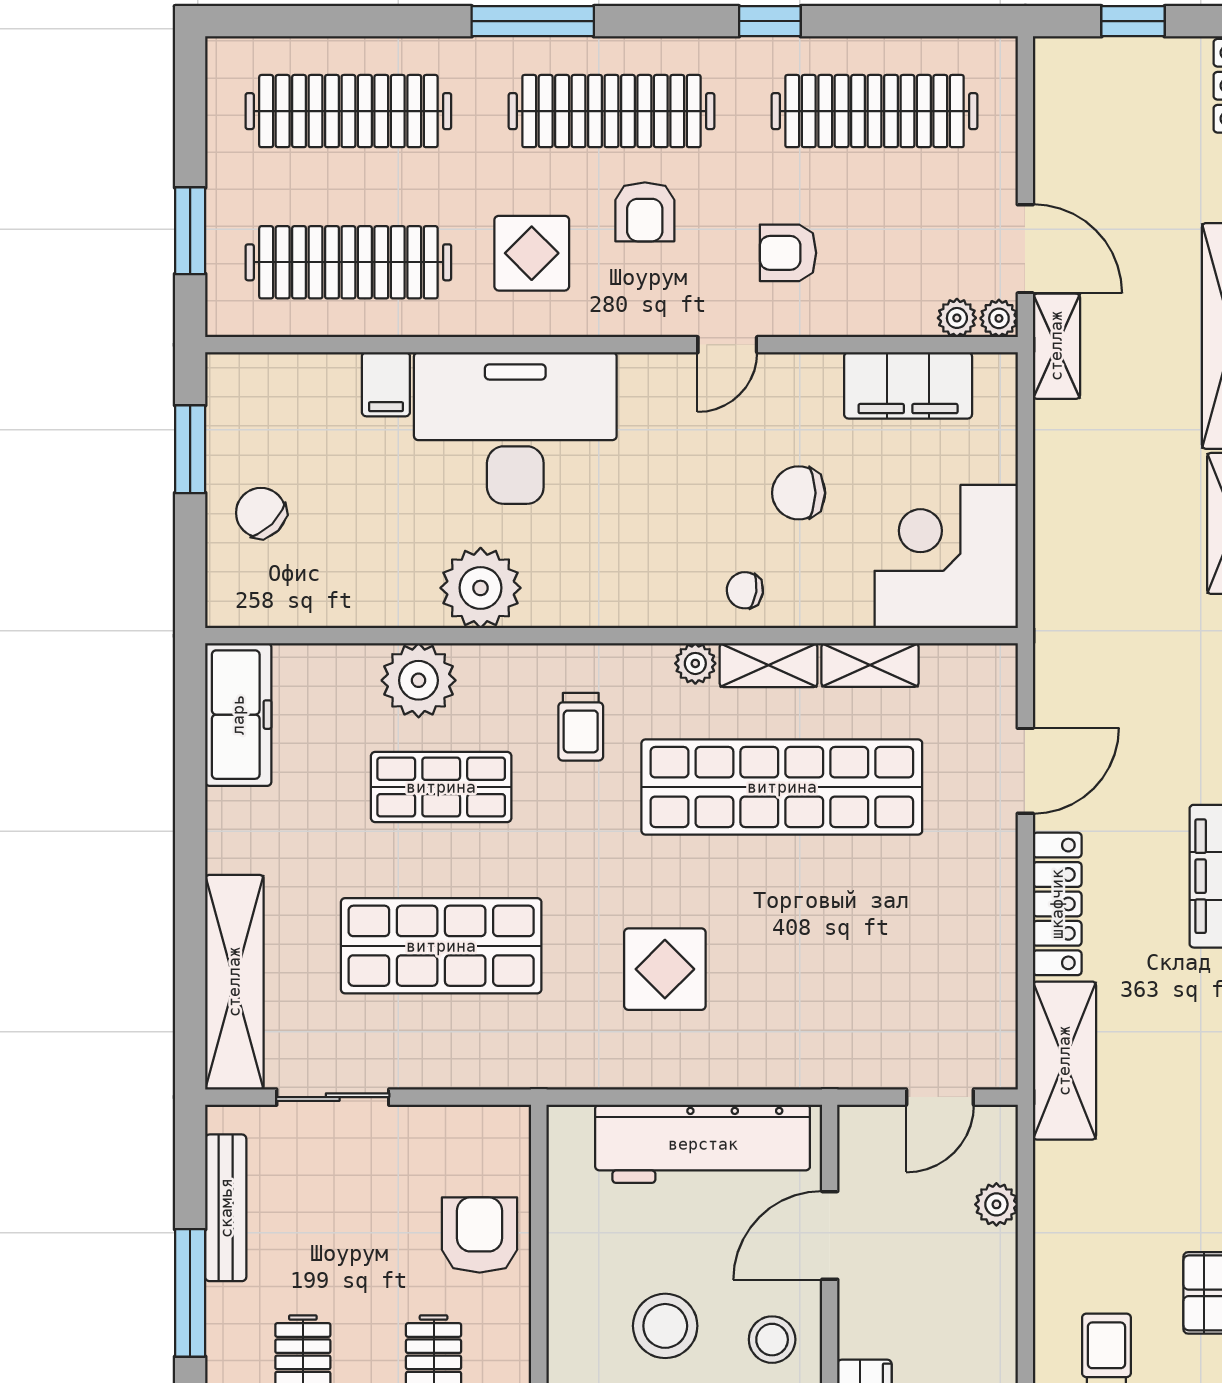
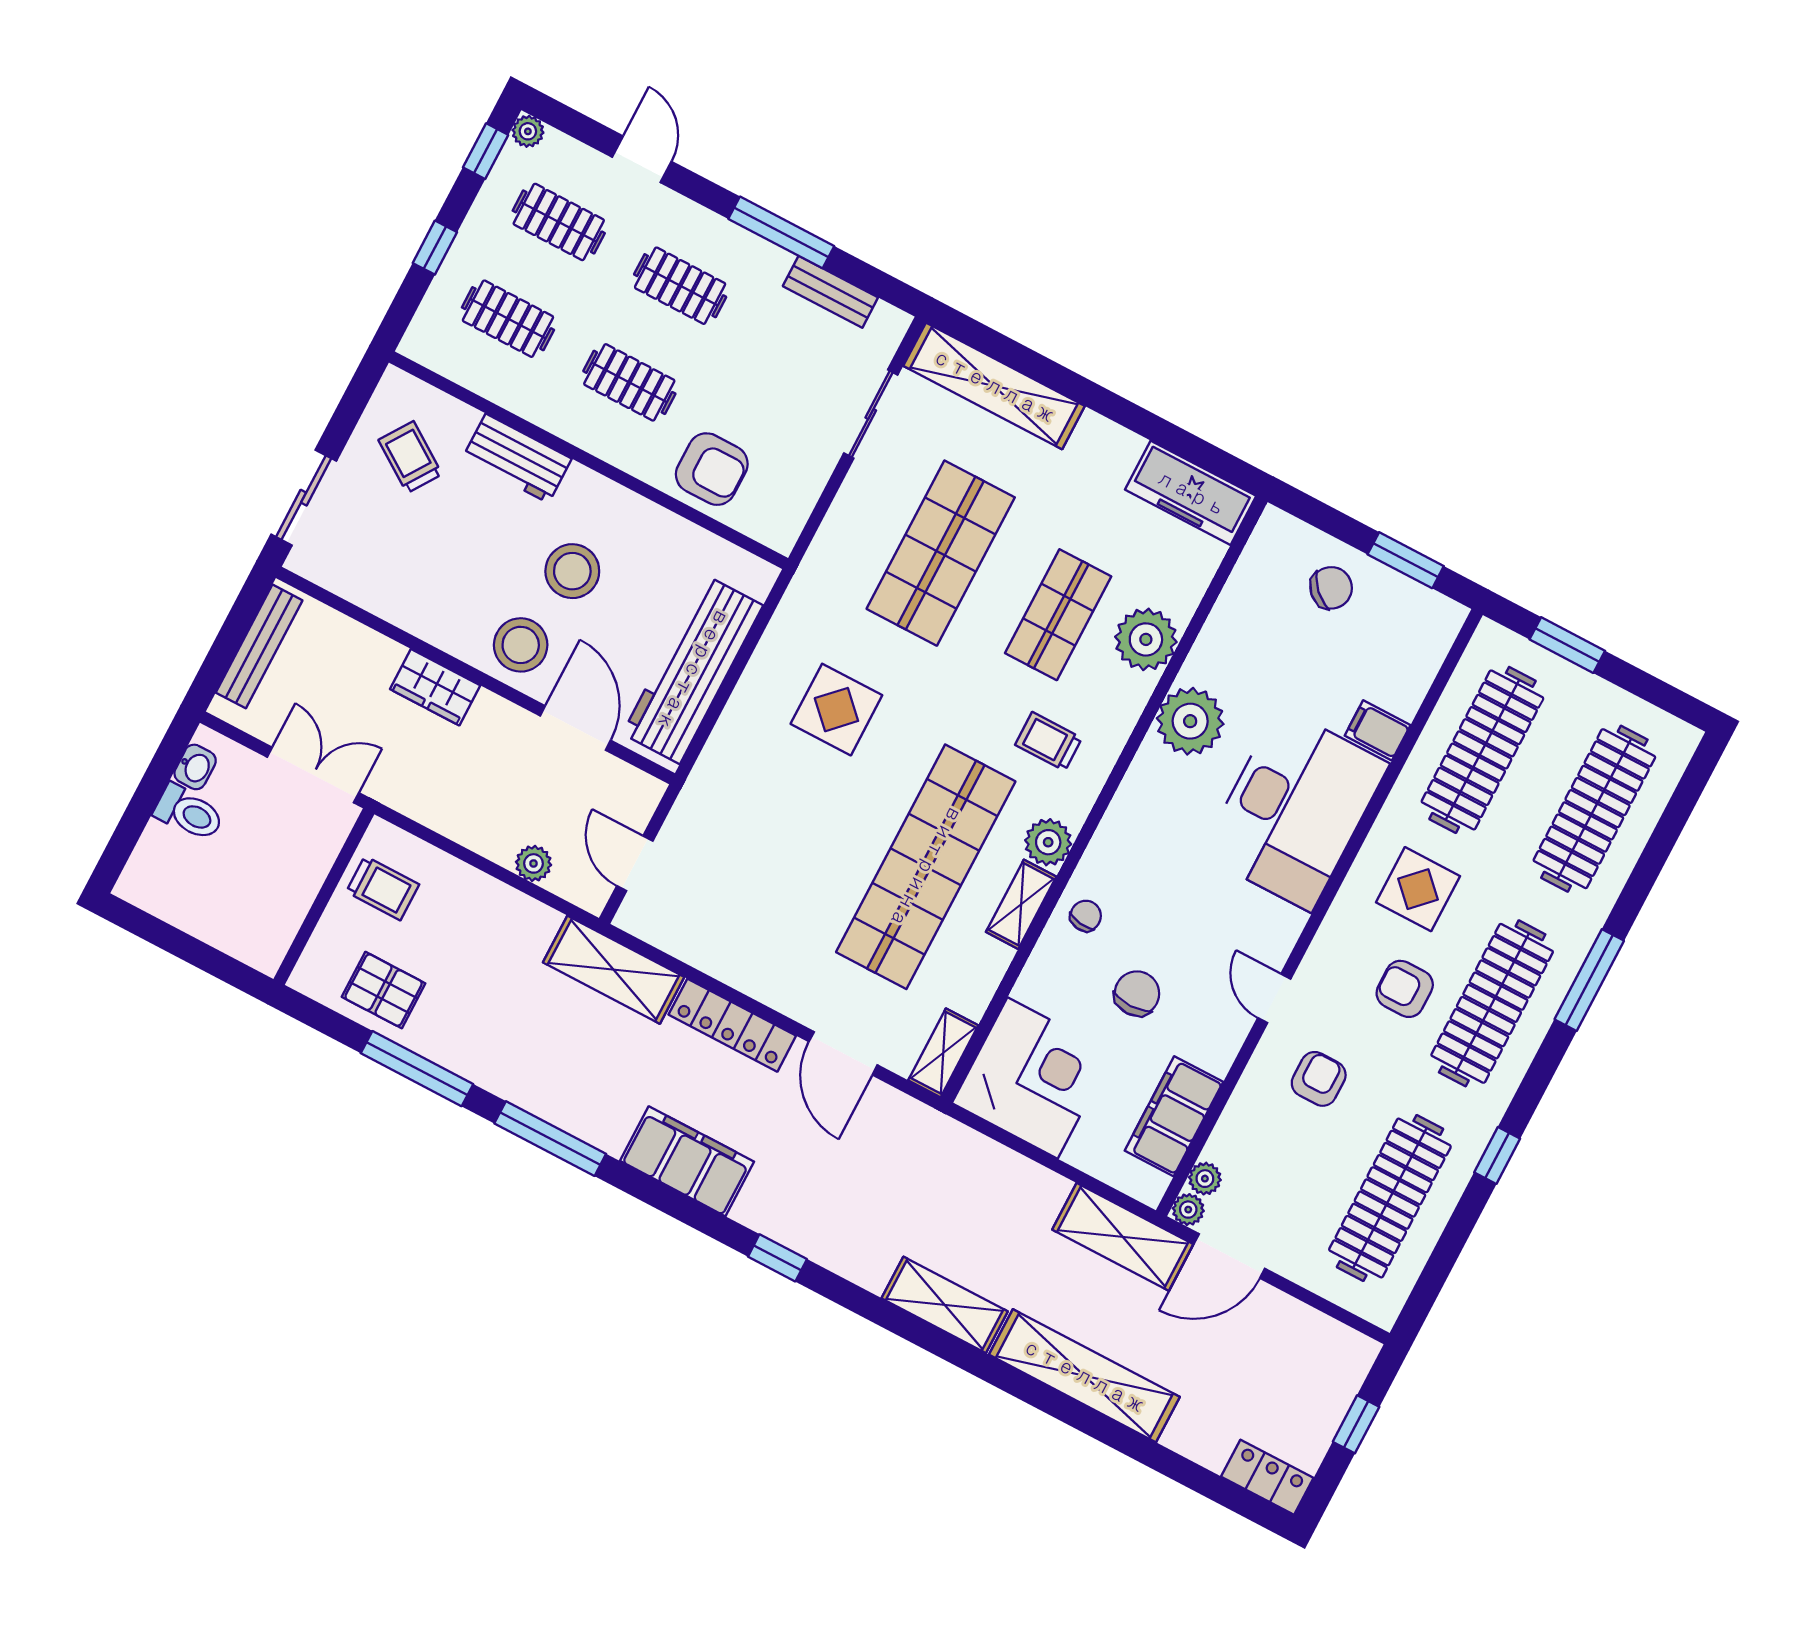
shelving: (1056, 346) -> (1123, 1237), width x1.50, depth x1.33
plant: (695, 663) -> (1048, 842), width x1.38, depth x1.38
shelving: (870, 665) -> (943, 1053), moved
bench: (226, 1208) -> (830, 292), width x0.73
stool: (772, 1340) -> (521, 645), width x1.38, depth x1.38

